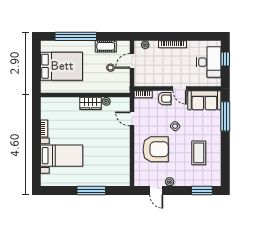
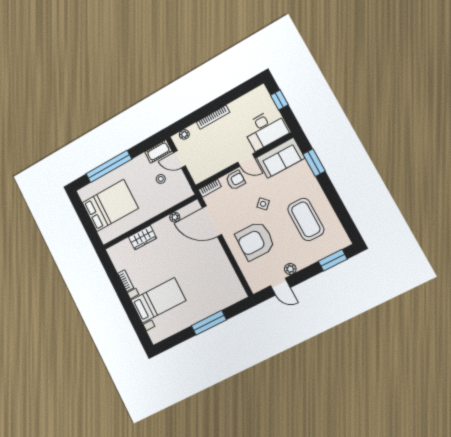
cot: (106, 46) -> (158, 151), moved
door: (132, 61) -> (179, 159), hinge flipped
desk: (209, 62) -> (265, 129), moved, turned 90
wardrobe: (91, 103) -> (142, 238), moved
window: (225, 116) -> (314, 163), width x0.69
door: (132, 119) -> (212, 221), width x1.88
armchair: (156, 149) -> (255, 241), turned 180
coffee table: (199, 153) -> (306, 219), width x1.36, depth x1.32

